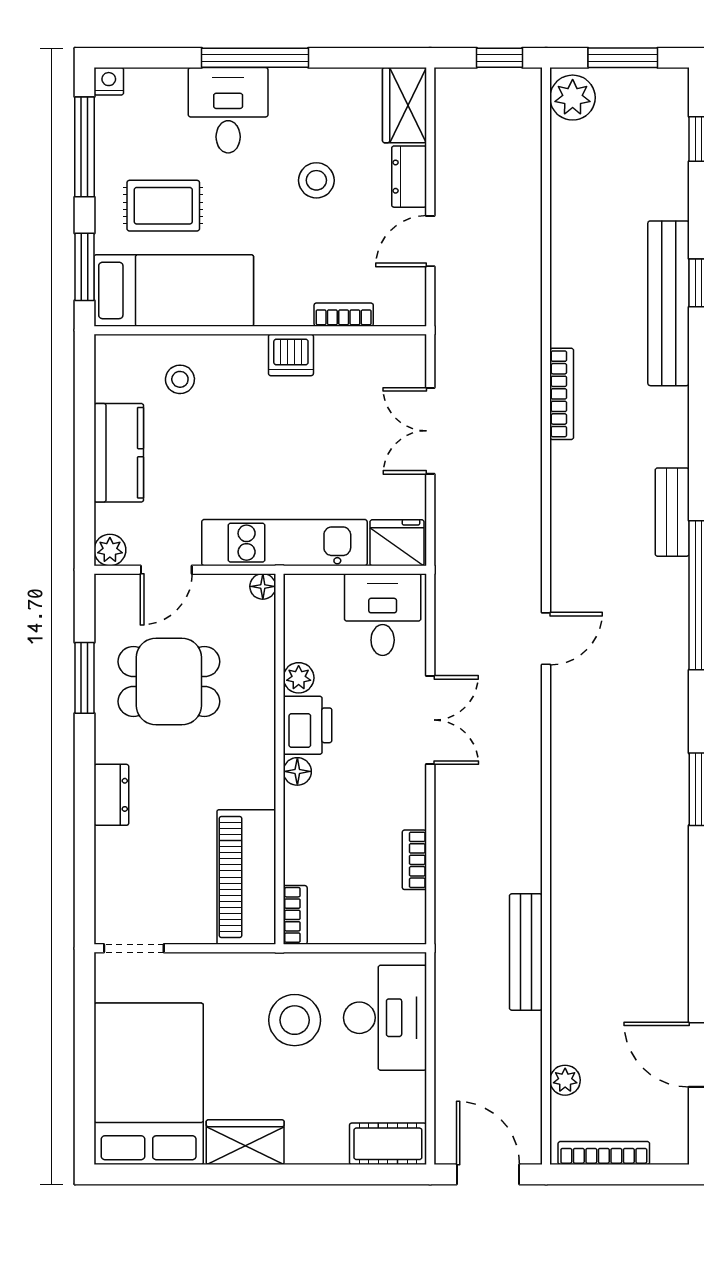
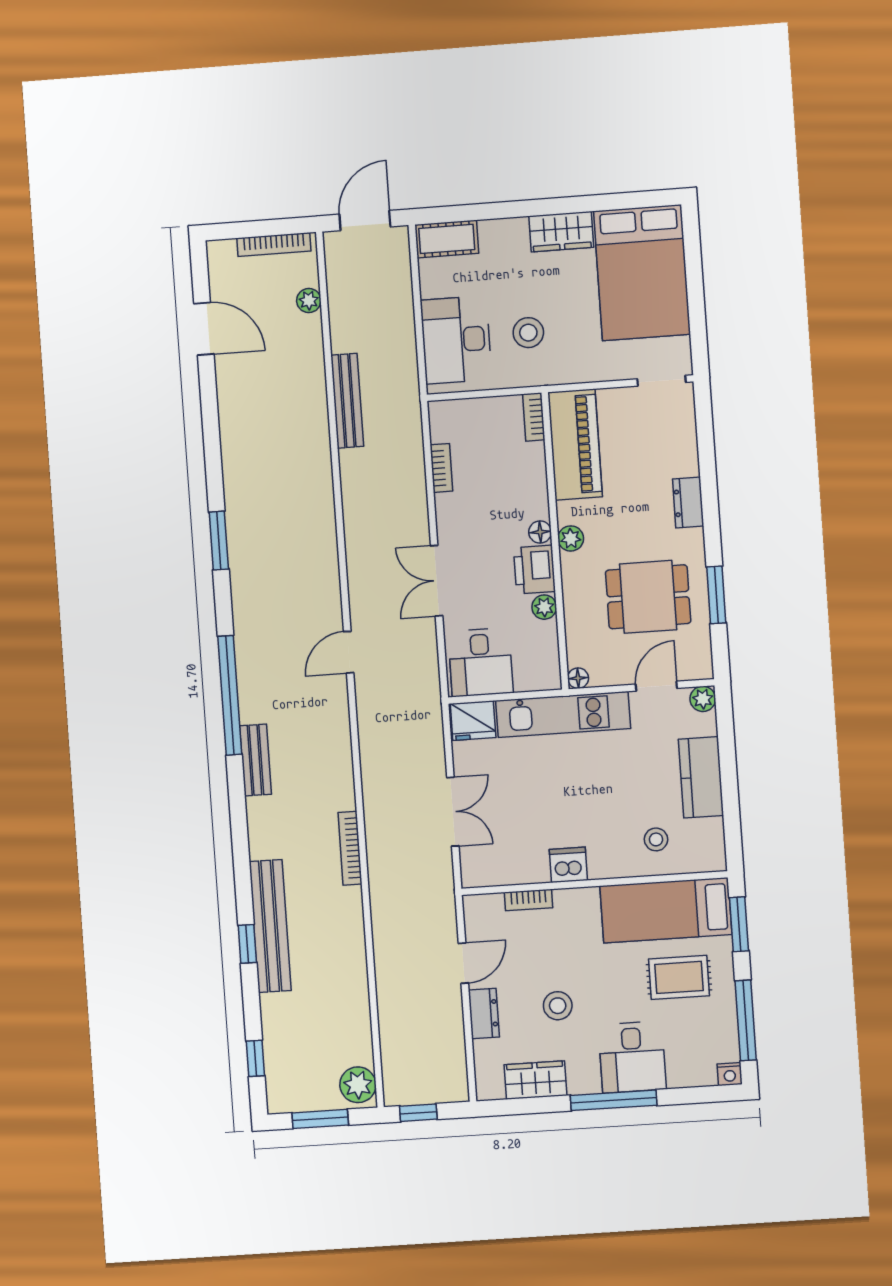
wardrobe: (404, 105) -> (536, 1080), moved, turned -90
plant: (260, 761) -> (571, 538), added
stool: (295, 1020) -> (528, 333), width x0.73, depth x0.73
door: (488, 1174) -> (365, 221), swing flipped

